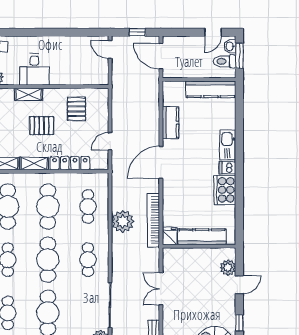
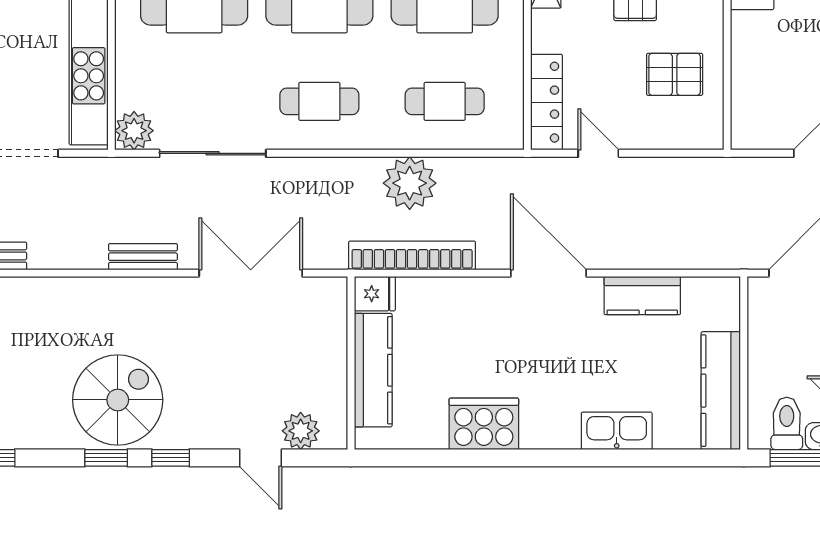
kitchen sink: (228, 145) -> (617, 431), moved
locker: (70, 163) -> (547, 102), moved
dishwasher: (228, 168) -> (536, 430), removed
double door: (161, 289) -> (251, 273), width x1.37

